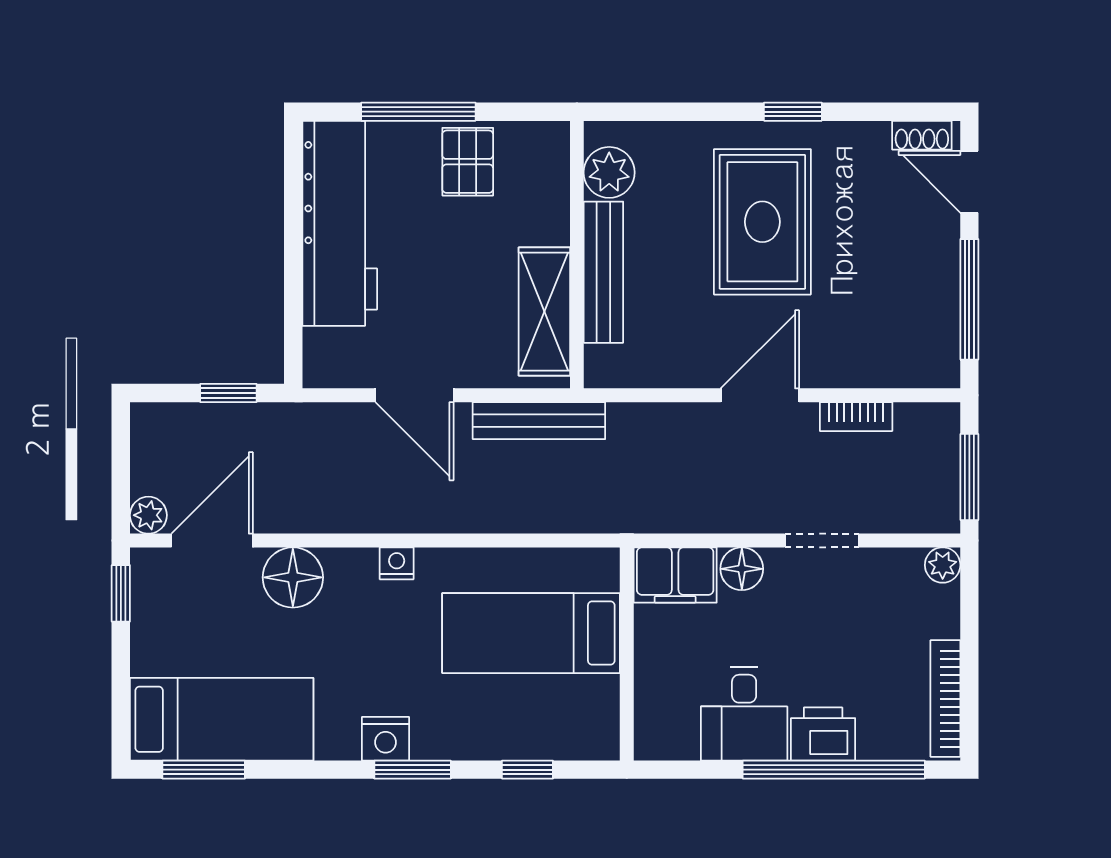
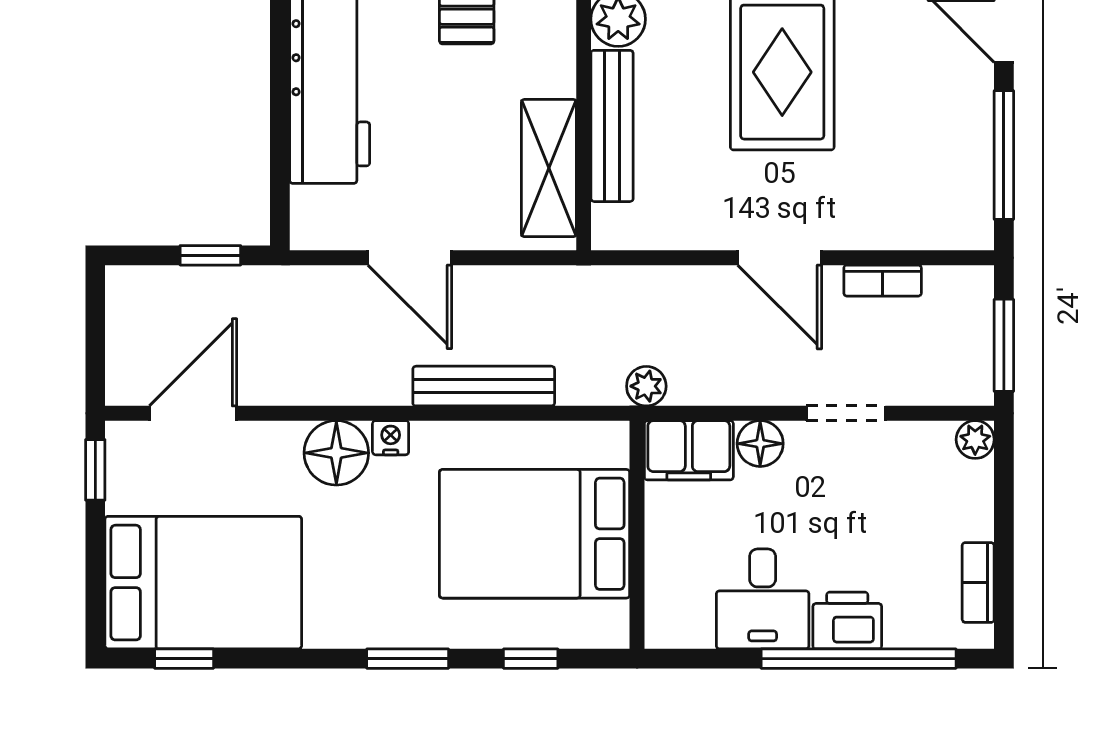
door: (760, 395) -> (780, 258), swing flipped
bench: (539, 421) -> (484, 386), moved
plant: (148, 515) -> (646, 386), moved
floor lamp: (293, 577) -> (336, 453), moved
bed: (531, 633) -> (535, 534), width x1.50
bookcase: (945, 699) -> (978, 582), width x0.64
bed: (222, 719) -> (203, 583), width x1.50
nightstand: (386, 739) -> (379, 626), removed
window: (204, 770) -> (184, 659), width x0.67

